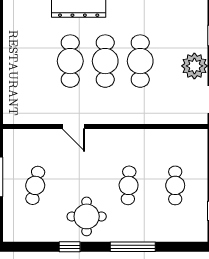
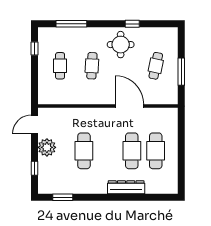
cafe table: (105, 61) -> (156, 151), moved
door: (74, 126) -> (130, 106), width x1.87
window: (133, 247) -> (71, 24), moved

